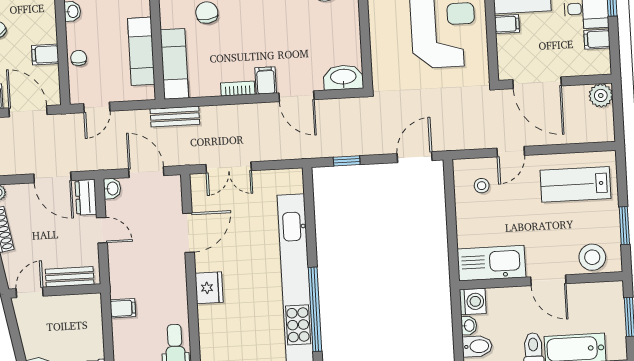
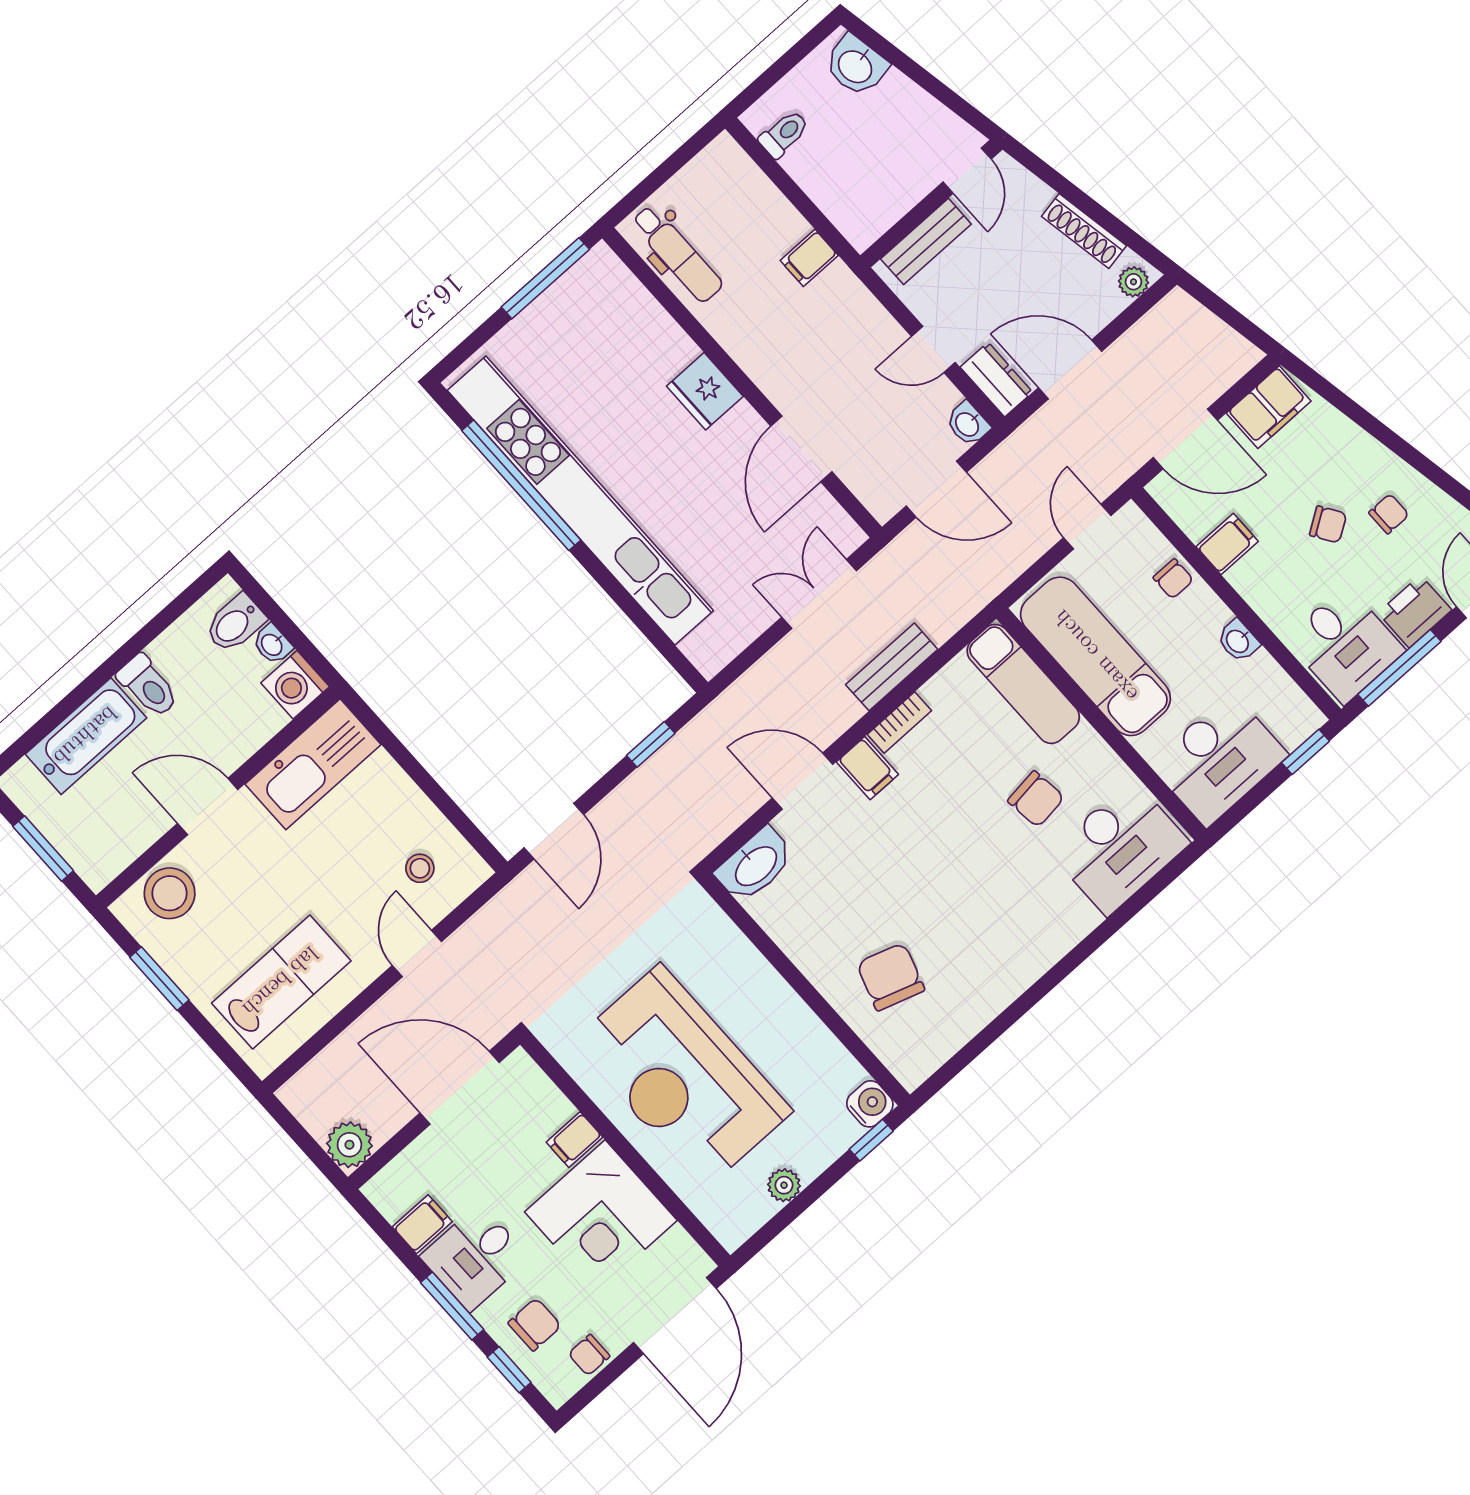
exam couch: (141, 51) -> (1095, 656), width x1.36, depth x1.45
bench: (175, 117) -> (892, 667), moved

